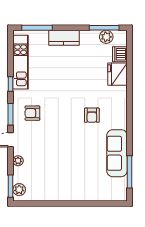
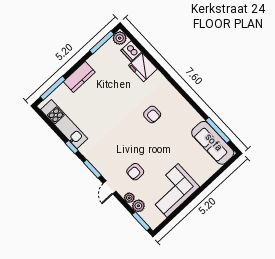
plant: (106, 37) -> (120, 38), moved
armchair: (32, 113) -> (135, 172), moved
sofa: (117, 153) -> (213, 143), moved
corner sofa: (55, 185) -> (173, 190), added
plant: (19, 190) -> (138, 206), moved

